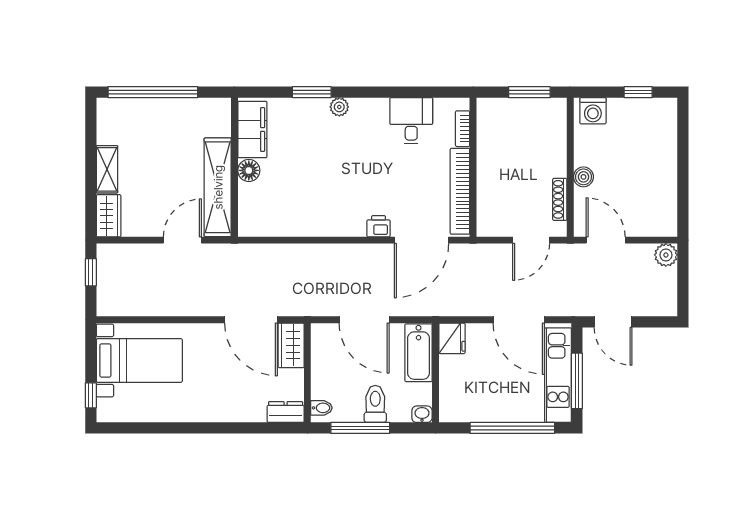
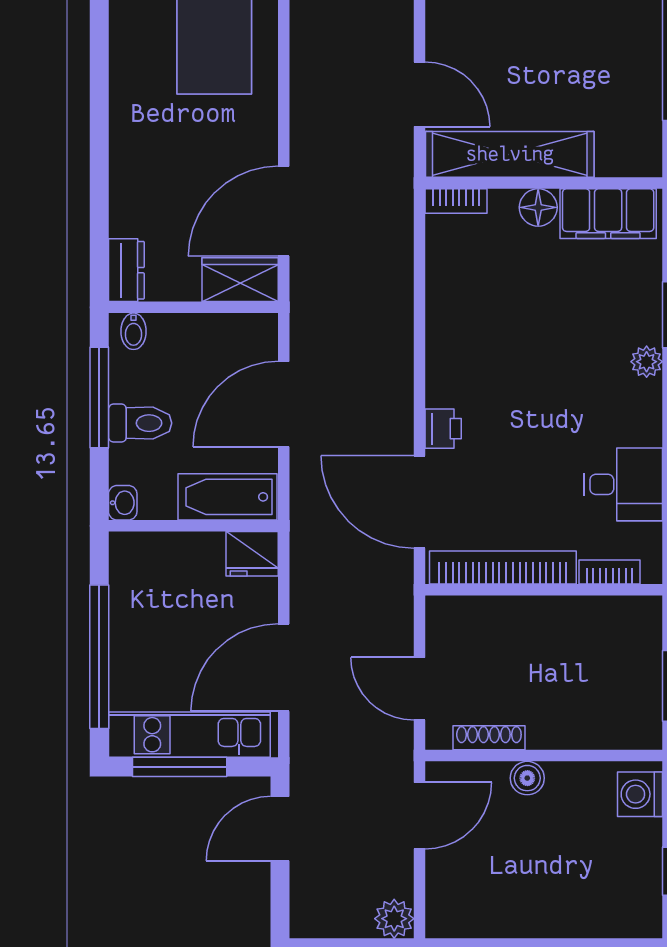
bookcase: (245, 219) -> (456, 201), added

